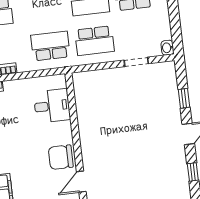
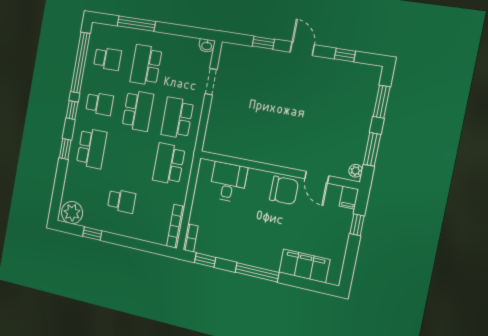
school desk: (95, 41) -> (177, 118), turned 180
chair: (61, 157) -> (284, 190), turned -90

